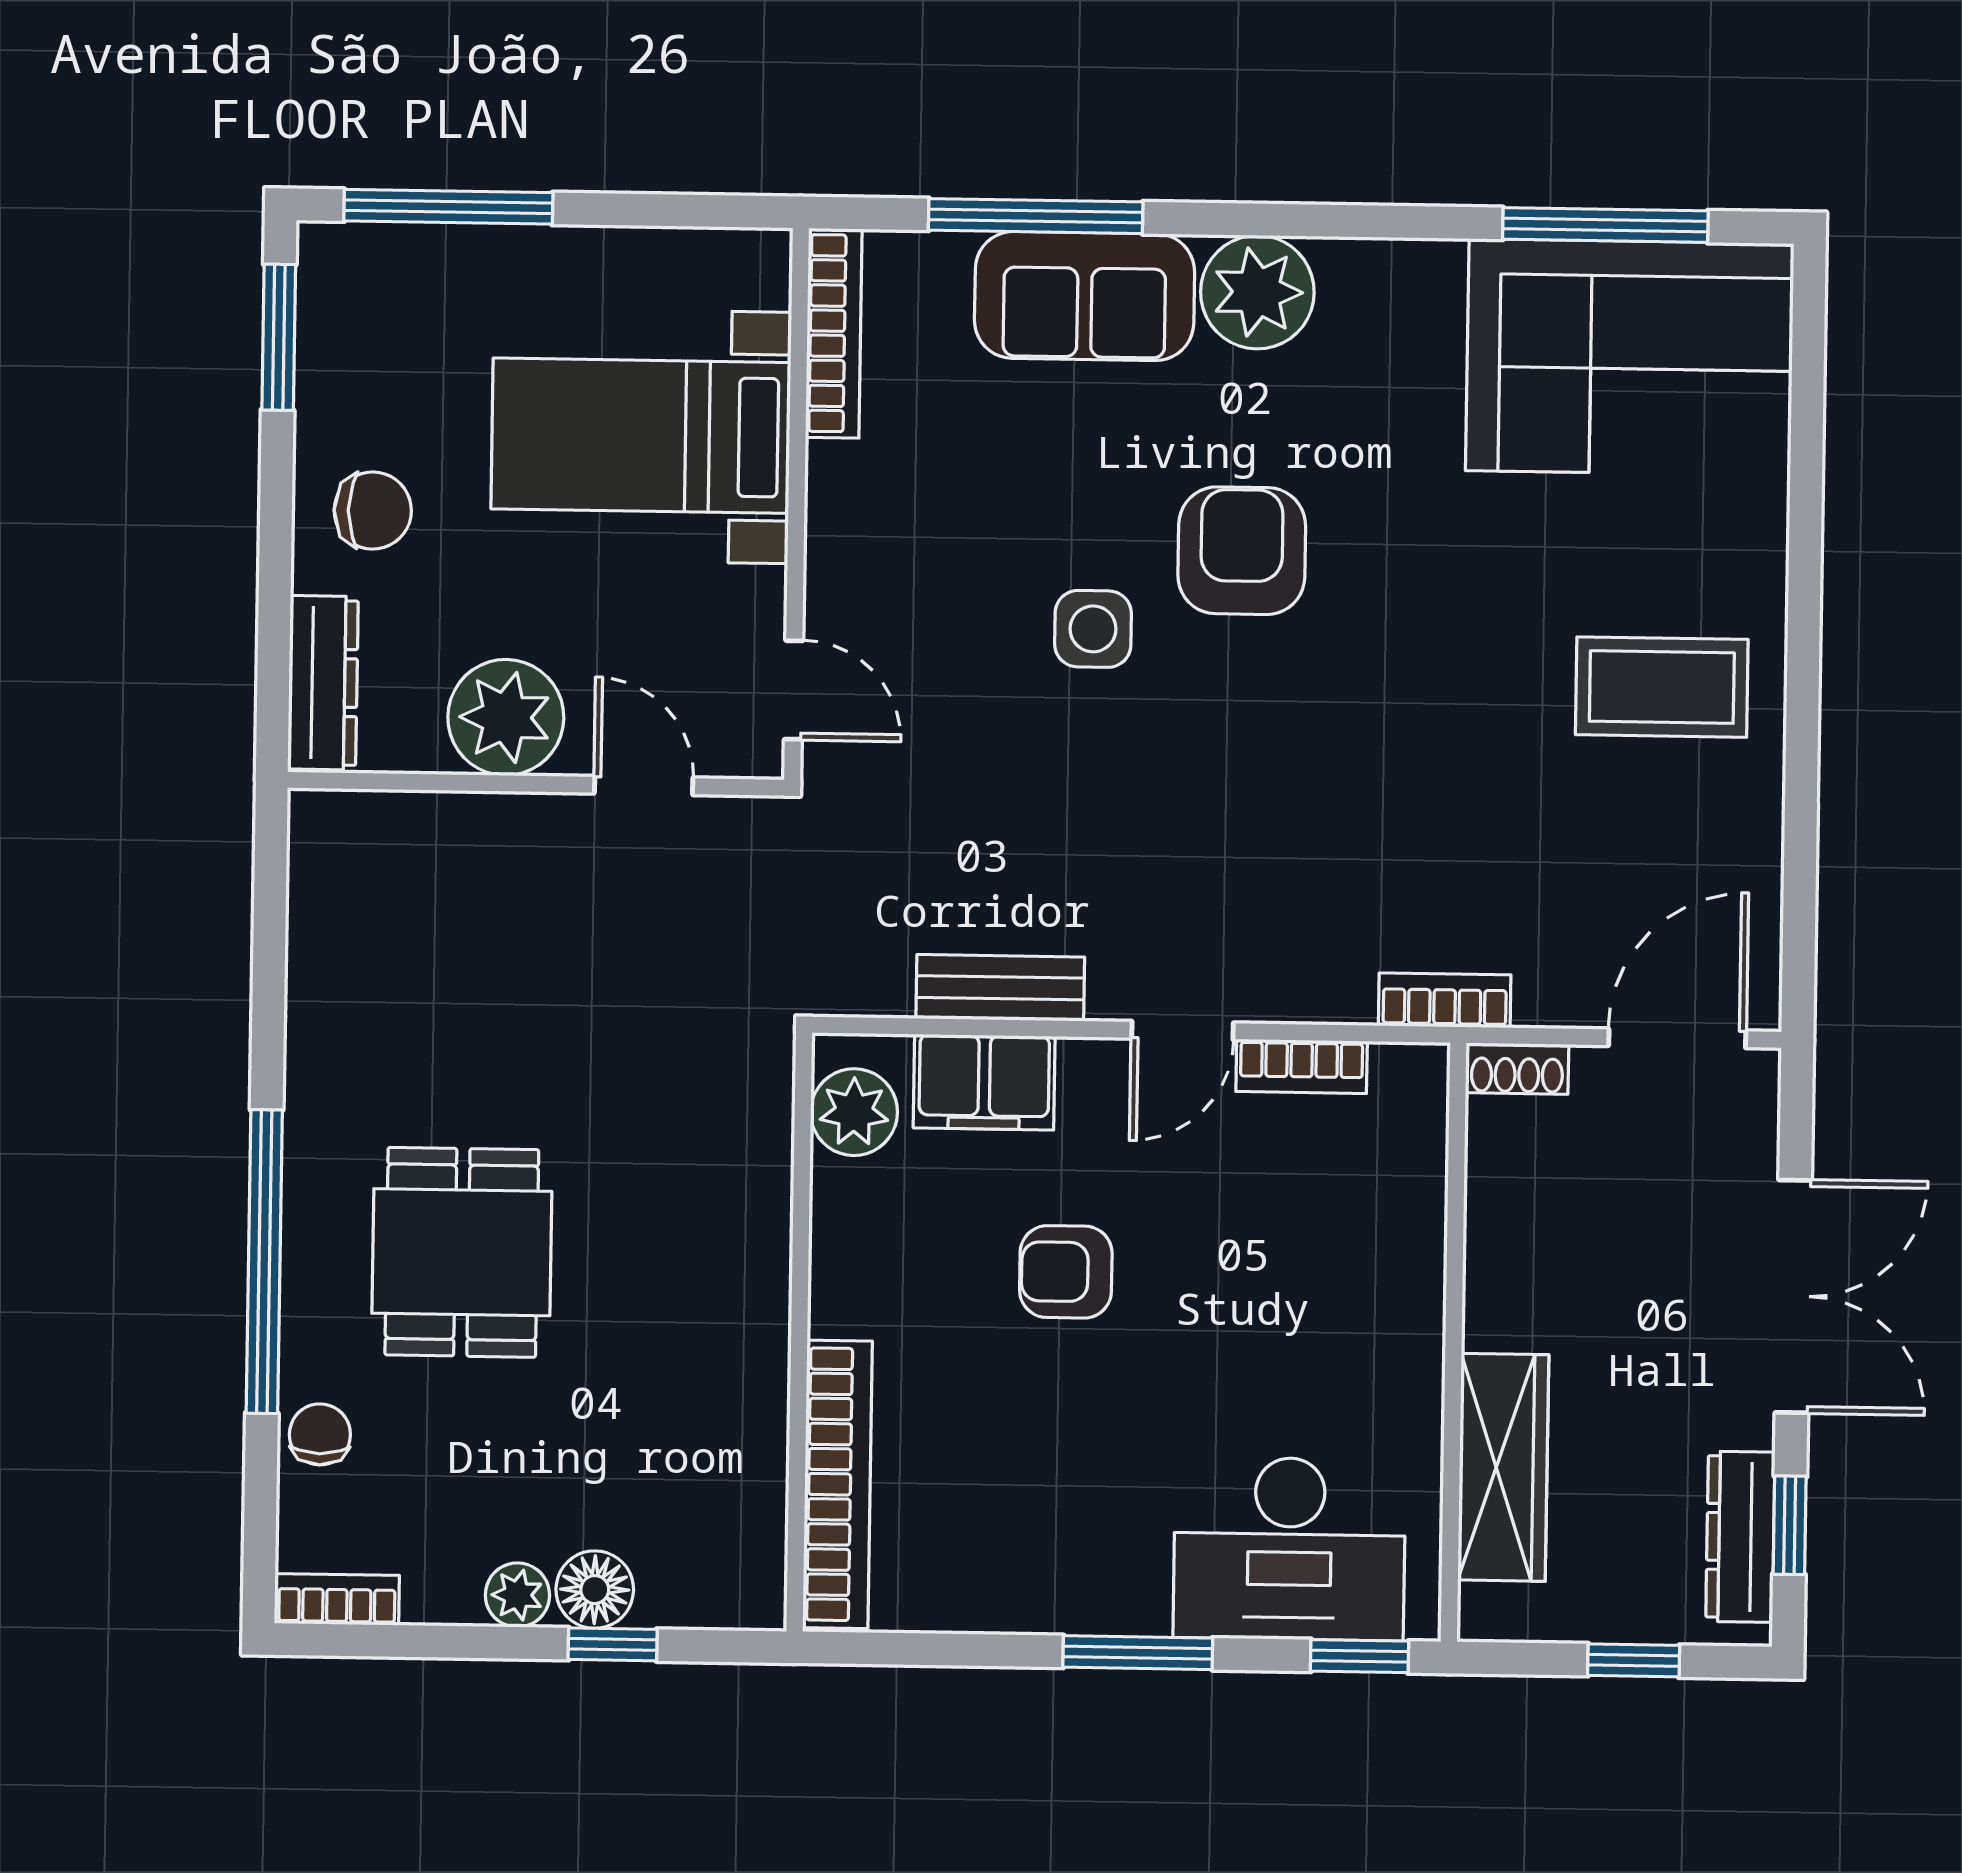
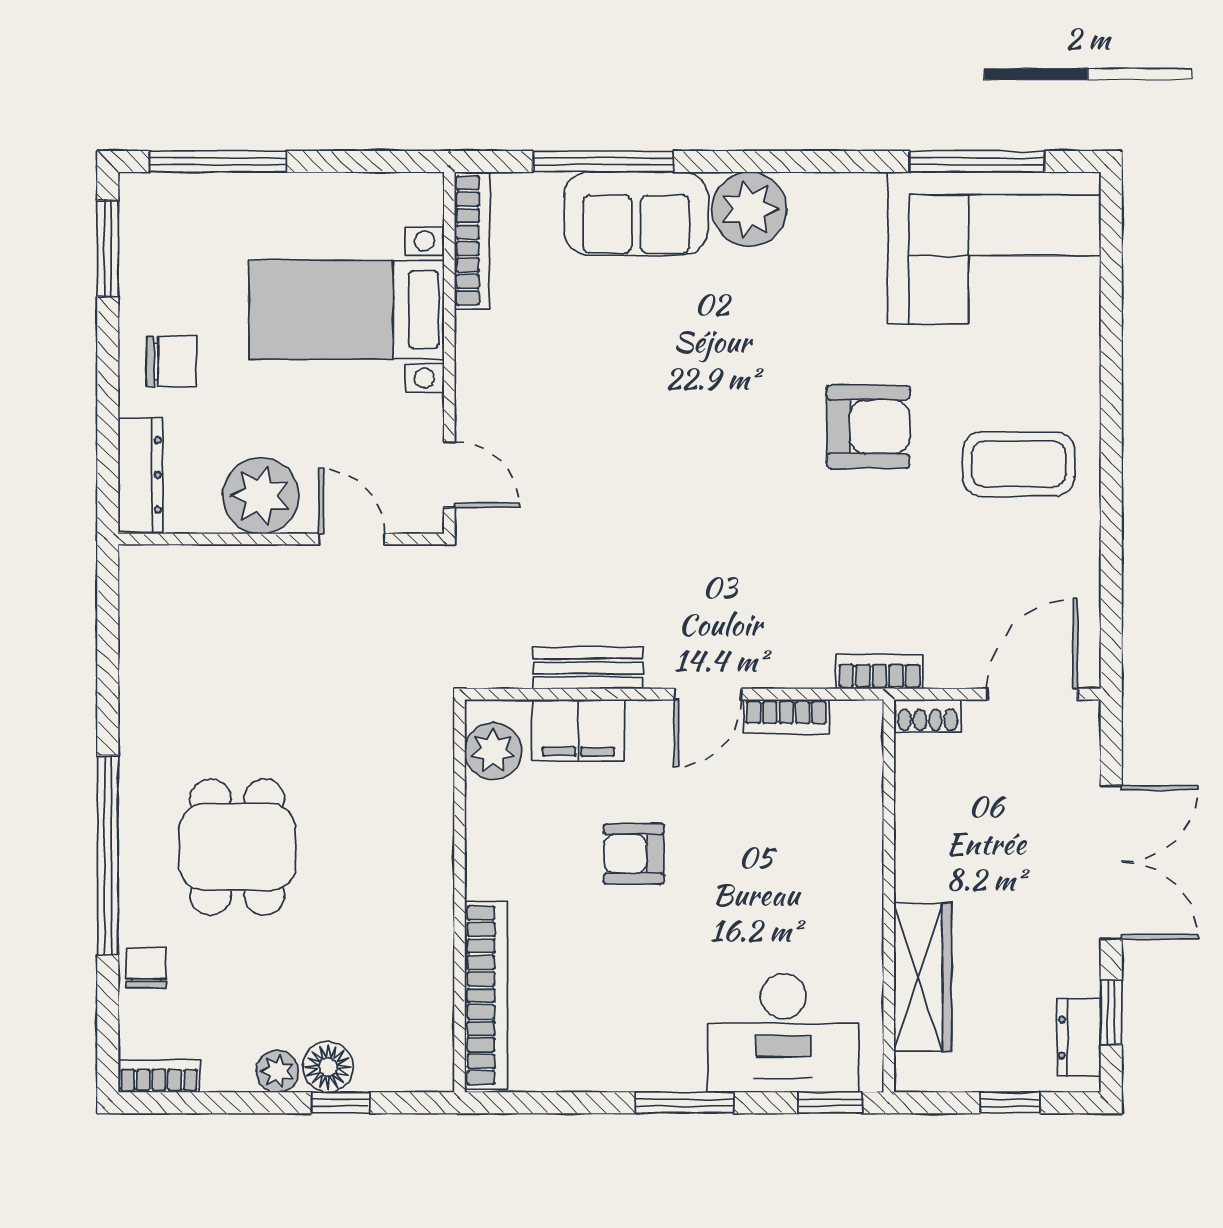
armchair: (1242, 551) -> (868, 427), moved, turned 90
side table: (1093, 629) -> (645, 432), removed
dresser: (1740, 1537) -> (1079, 1038), width x0.70

